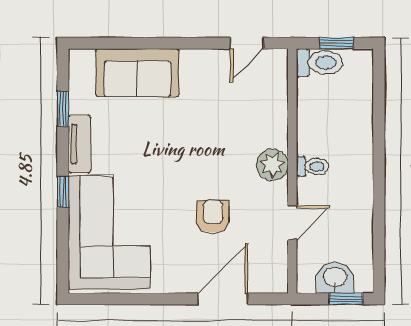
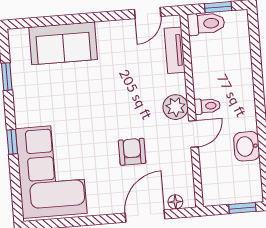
tv unit: (79, 144) -> (175, 50), moved, turned 180
door: (292, 223) -> (194, 134), moved
washbasin: (335, 278) -> (247, 146), moved, turned -90
floor lamp: (262, 284) -> (175, 202), added

